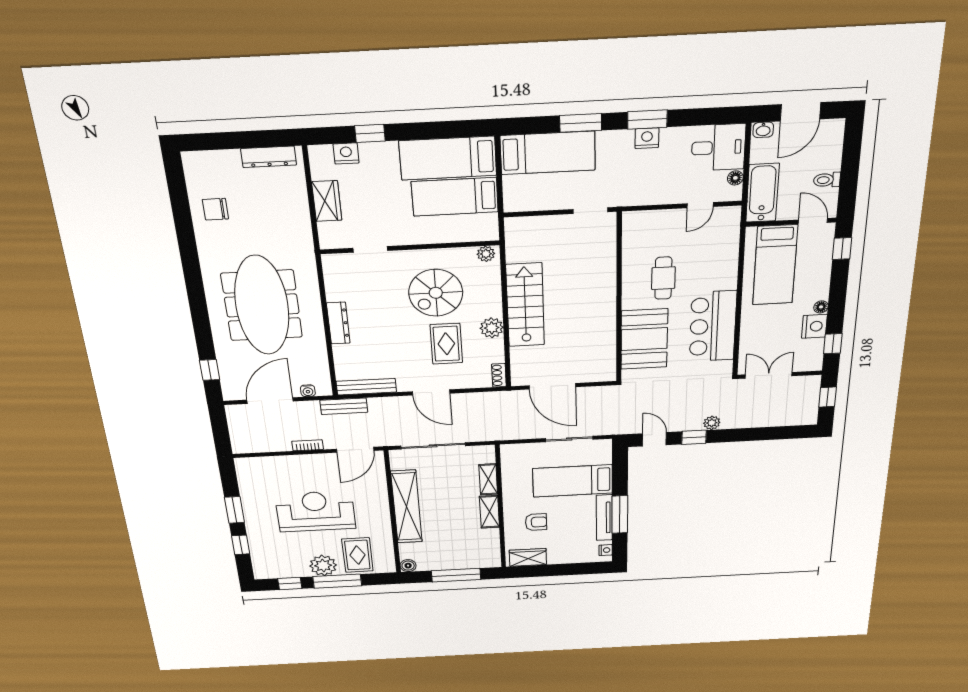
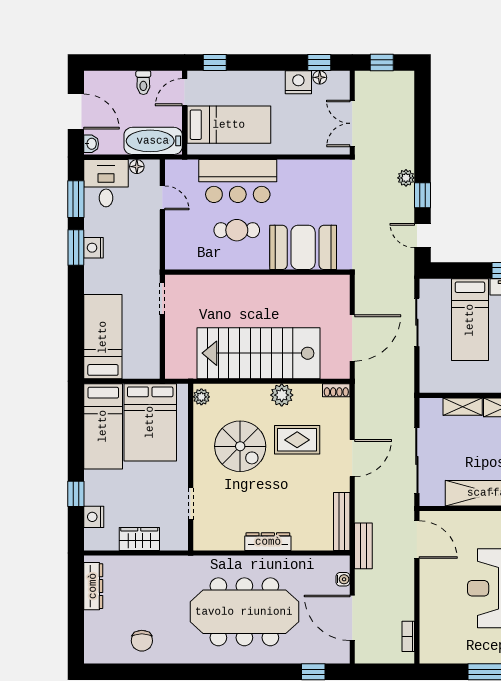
window: (581, 123) -> (76, 199), moved
bed: (455, 197) -> (150, 422), width x1.50
stairs: (525, 305) -> (258, 353), width x1.36, depth x1.51
floor lamp: (821, 307) -> (320, 77), moved
bar counter: (713, 326) -> (238, 181), moved
door: (654, 439) -> (423, 236), hinge flipped
bookcase: (308, 445) -> (408, 636), moved

